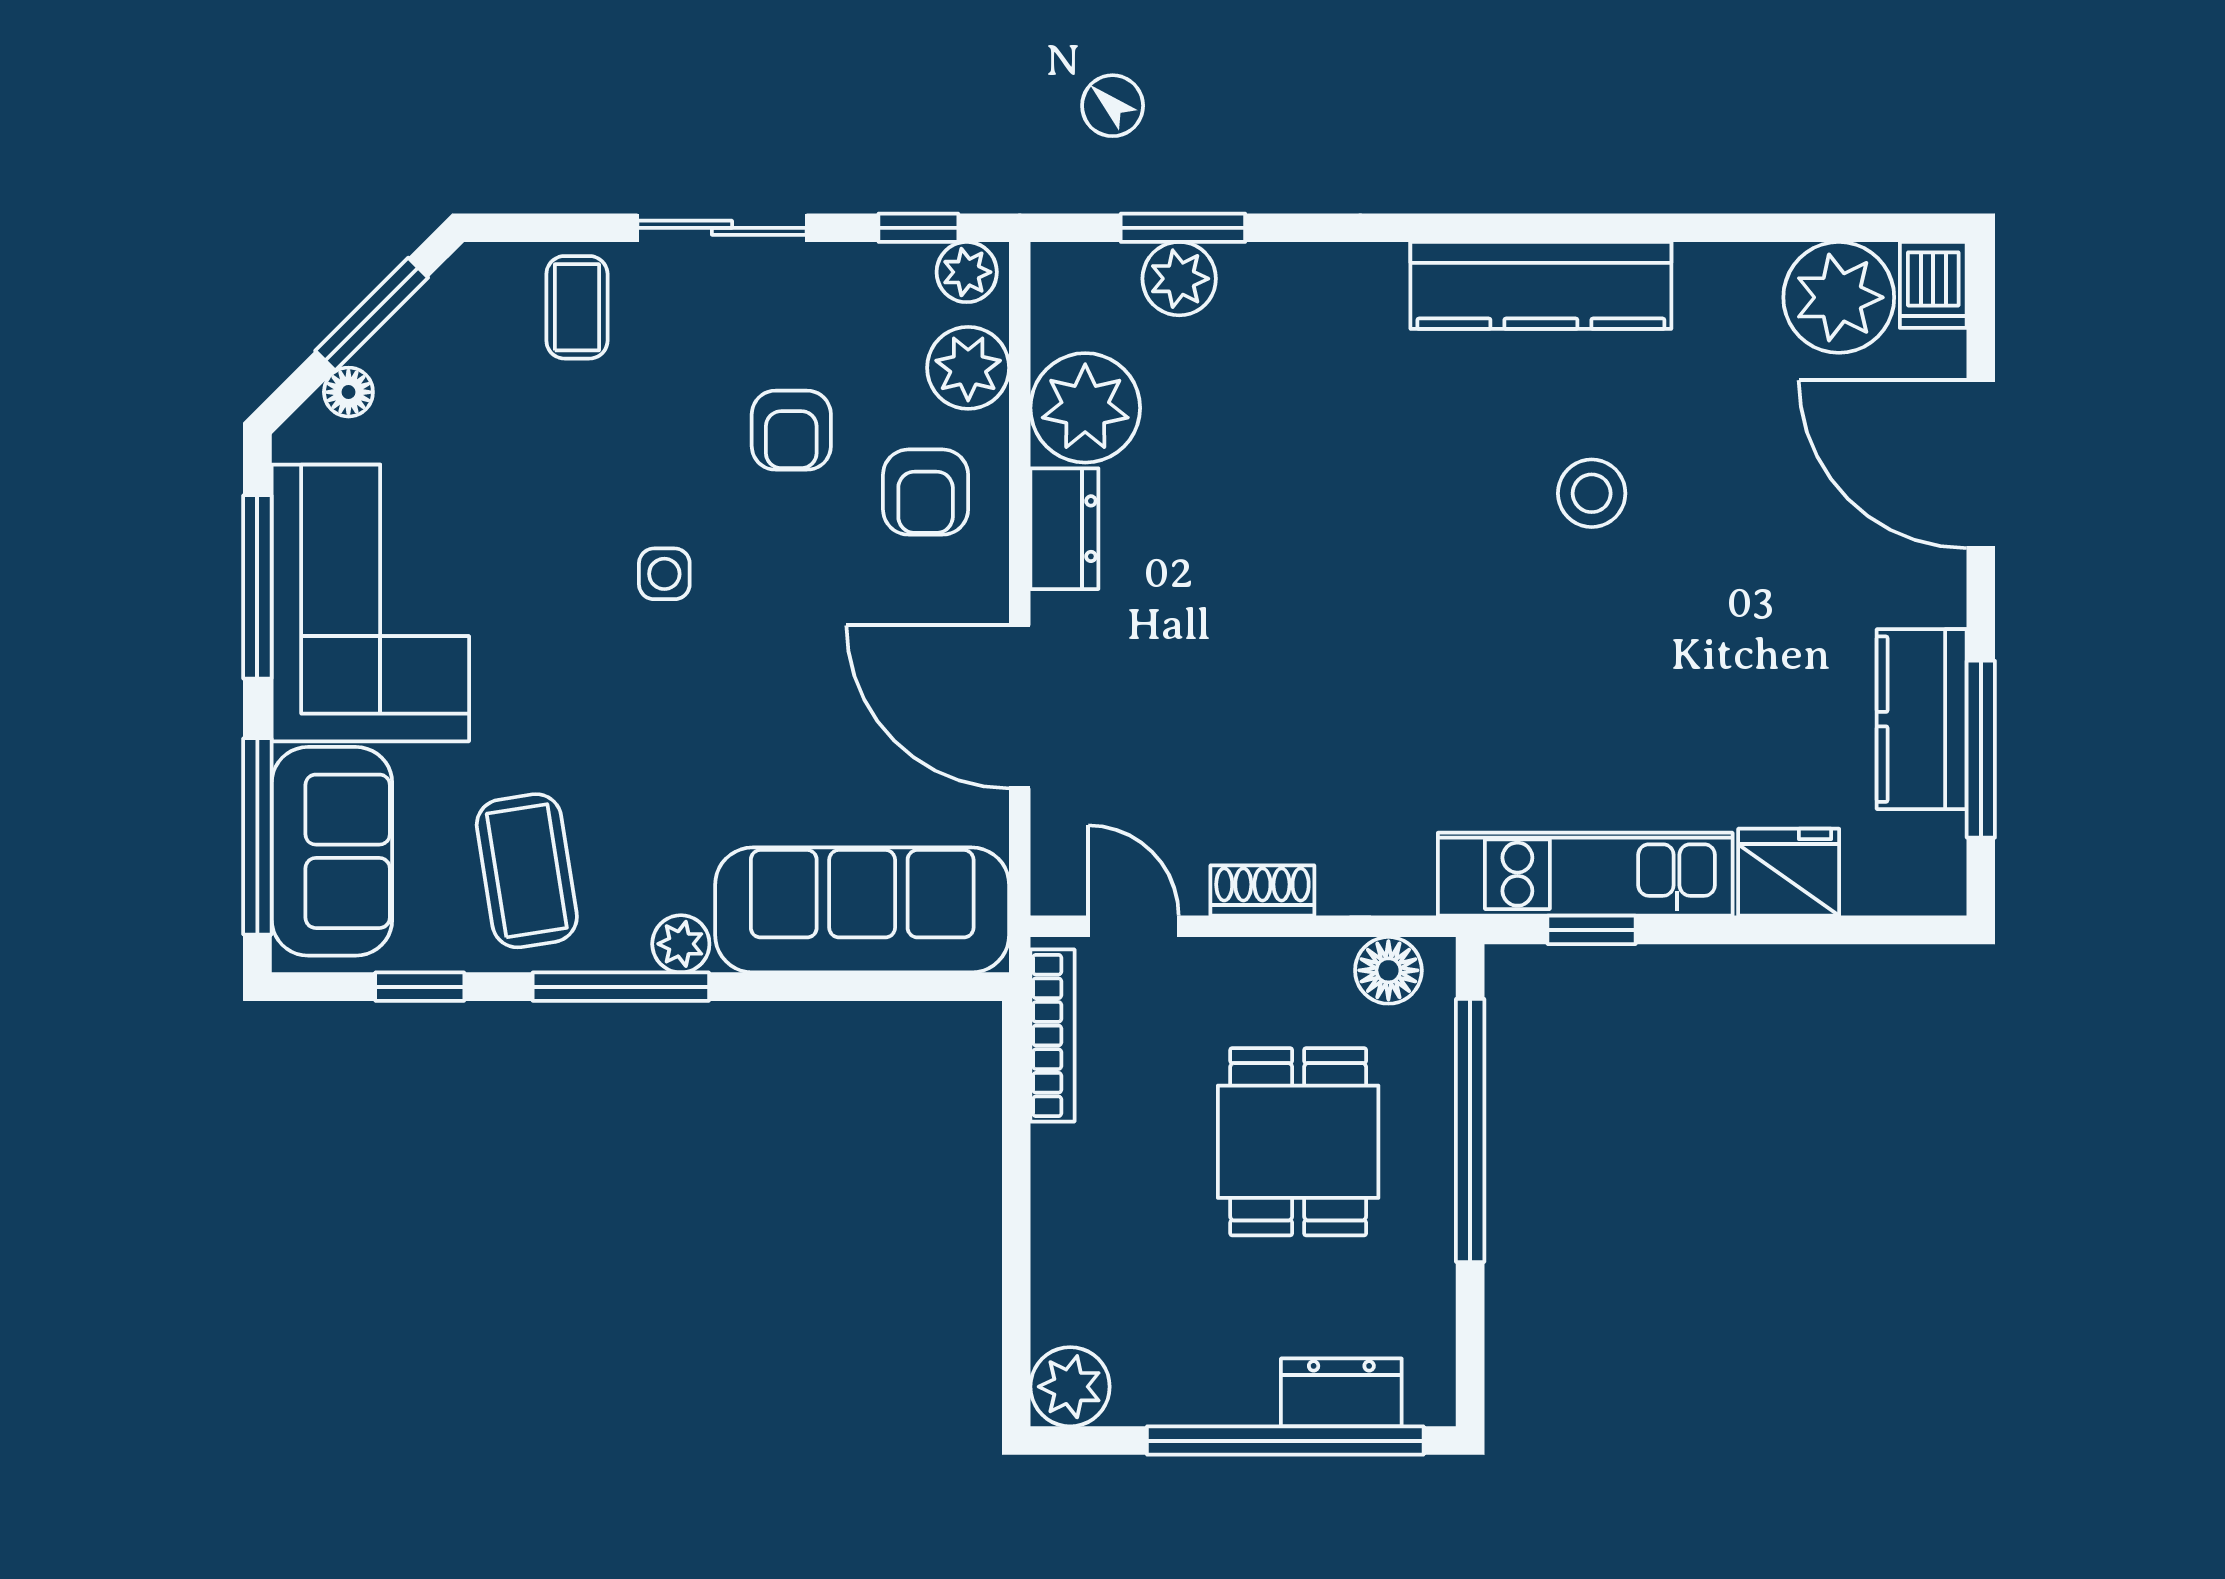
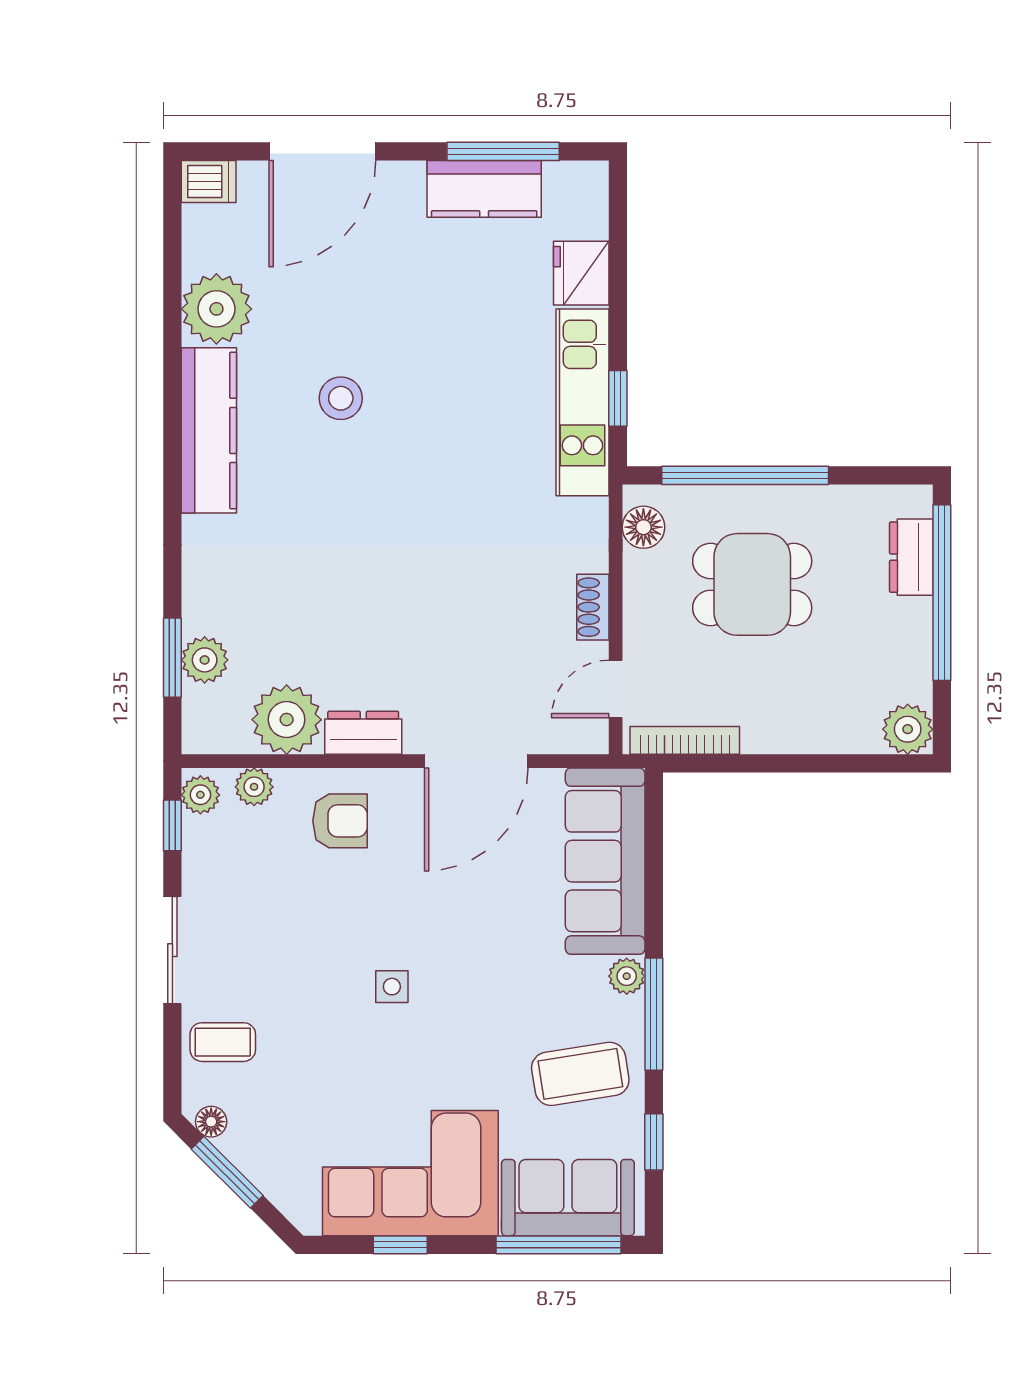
plant: (1839, 297) -> (216, 309), moved
plant: (968, 368) -> (254, 787), width x0.73, depth x0.73
floor lamp: (348, 392) -> (211, 1122), moved
armchair: (791, 430) -> (301, 906), removed
window: (257, 587) -> (400, 1245), width x0.46

